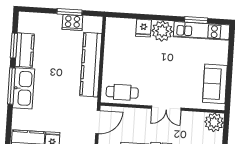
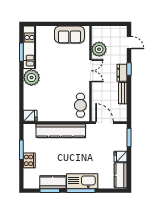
cooker: (72, 23) -> (29, 160), moved
fridge: (144, 28) -> (30, 116), moved
plant: (214, 122) -> (99, 49), moved

